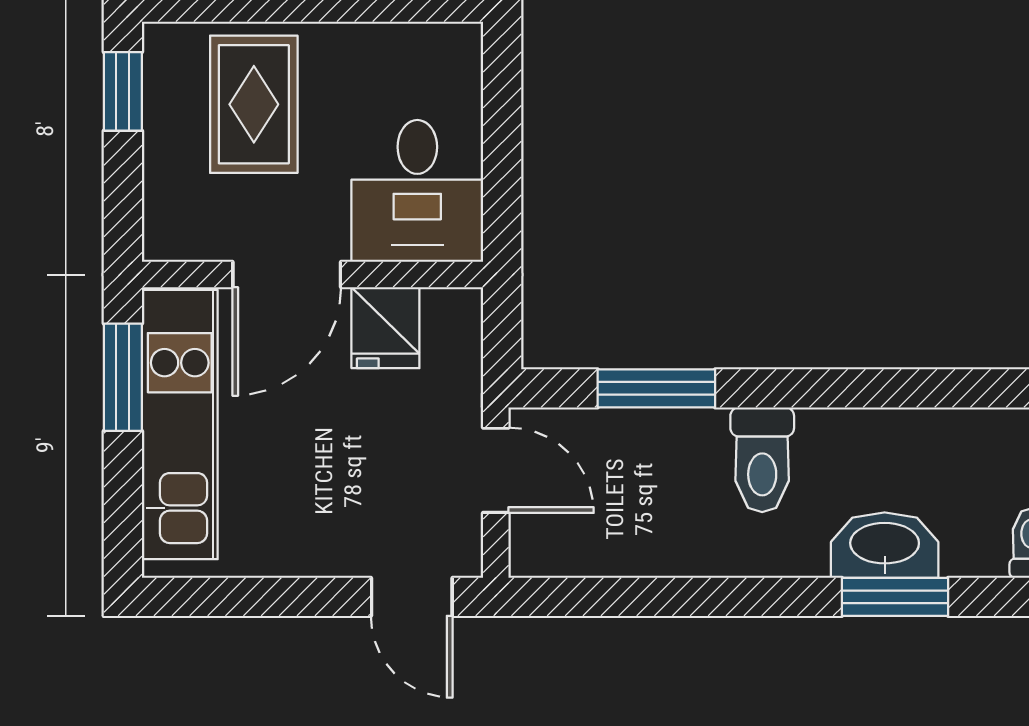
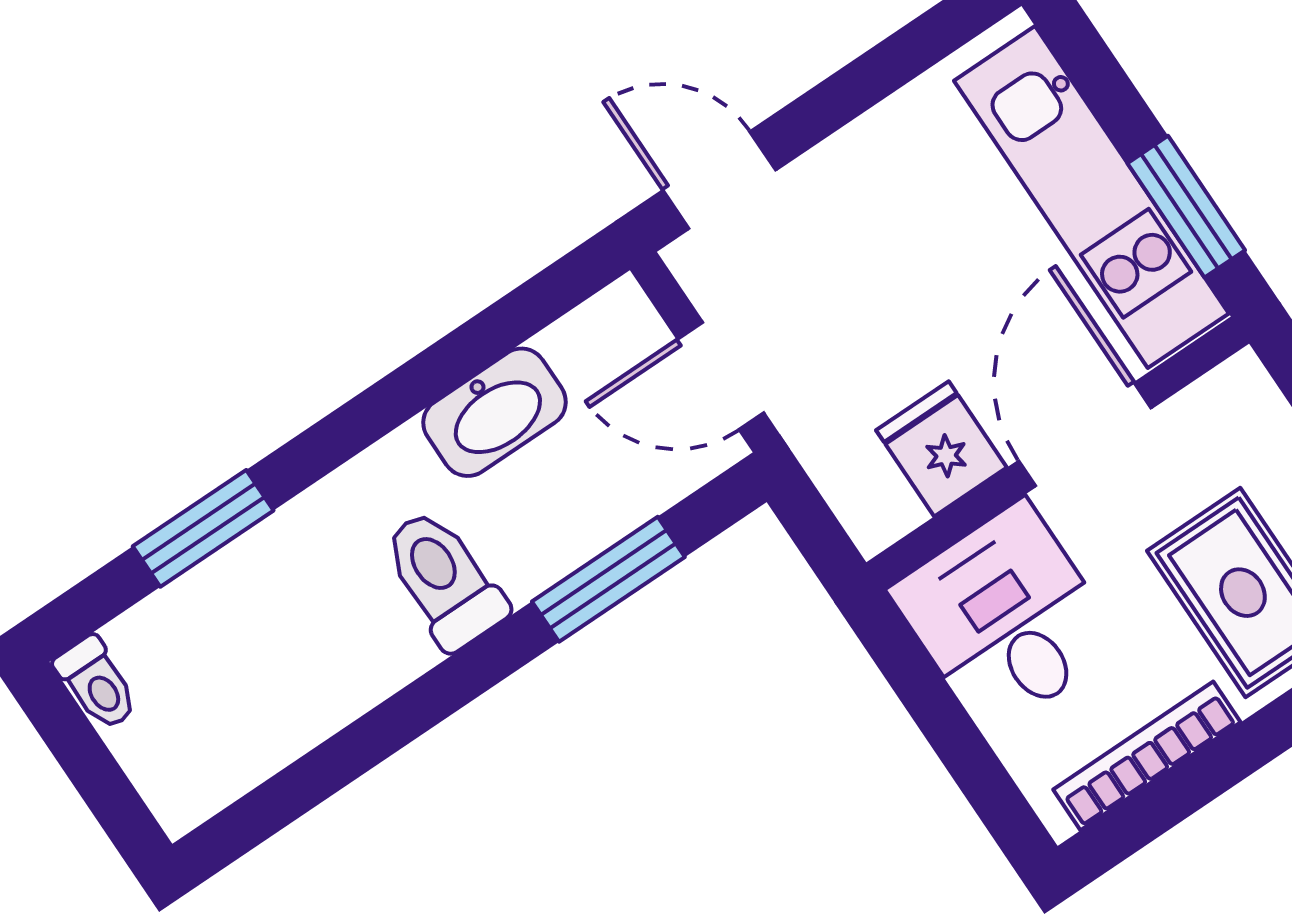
bookcase: (387, 41) -> (1147, 756), added
washbasin: (885, 545) -> (495, 412), moved

